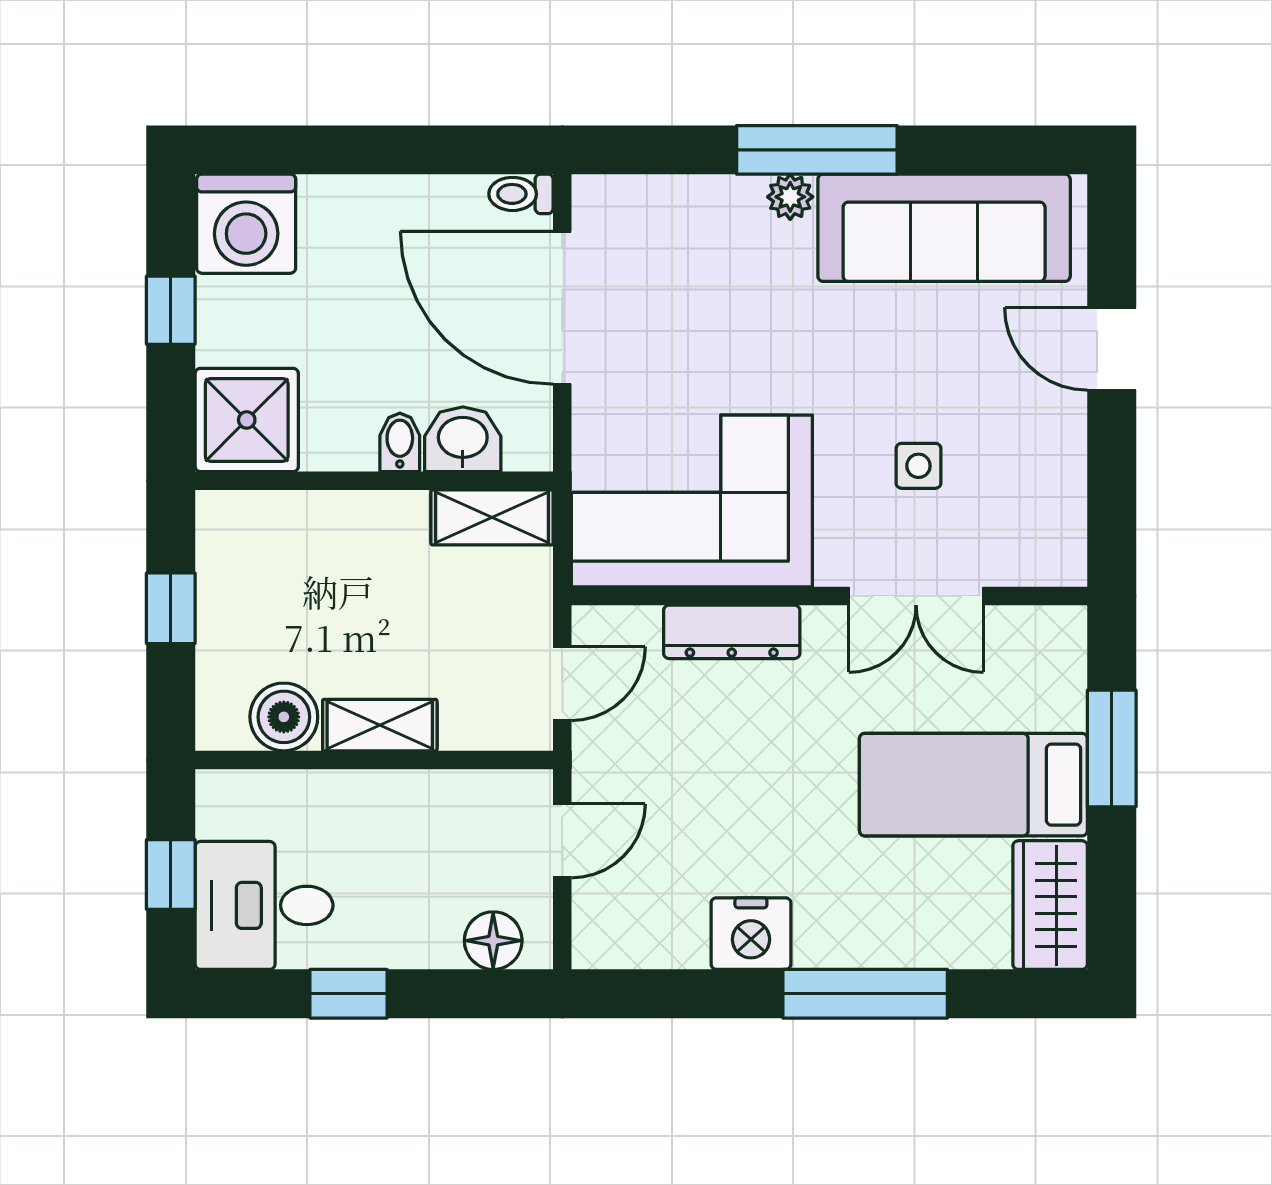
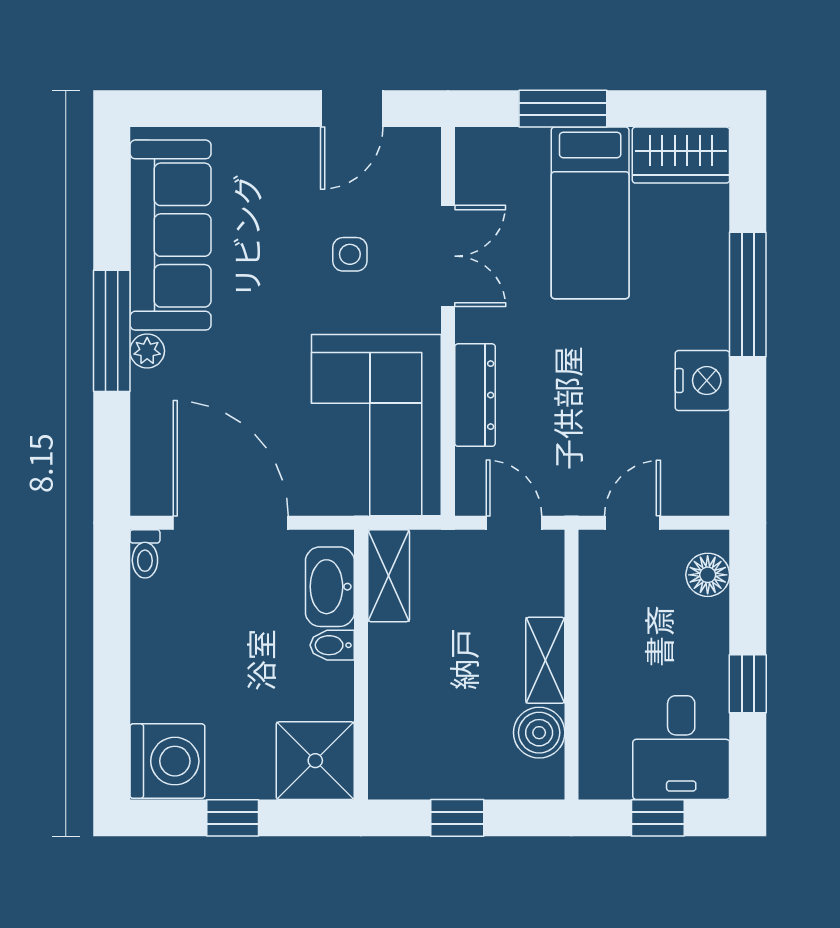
door: (562, 308) -> (231, 523), swing flipped
door: (1112, 349) -> (352, 109), moved
washbasin: (463, 439) -> (330, 587), width x1.38
door: (562, 841) -> (633, 523), hinge flipped

